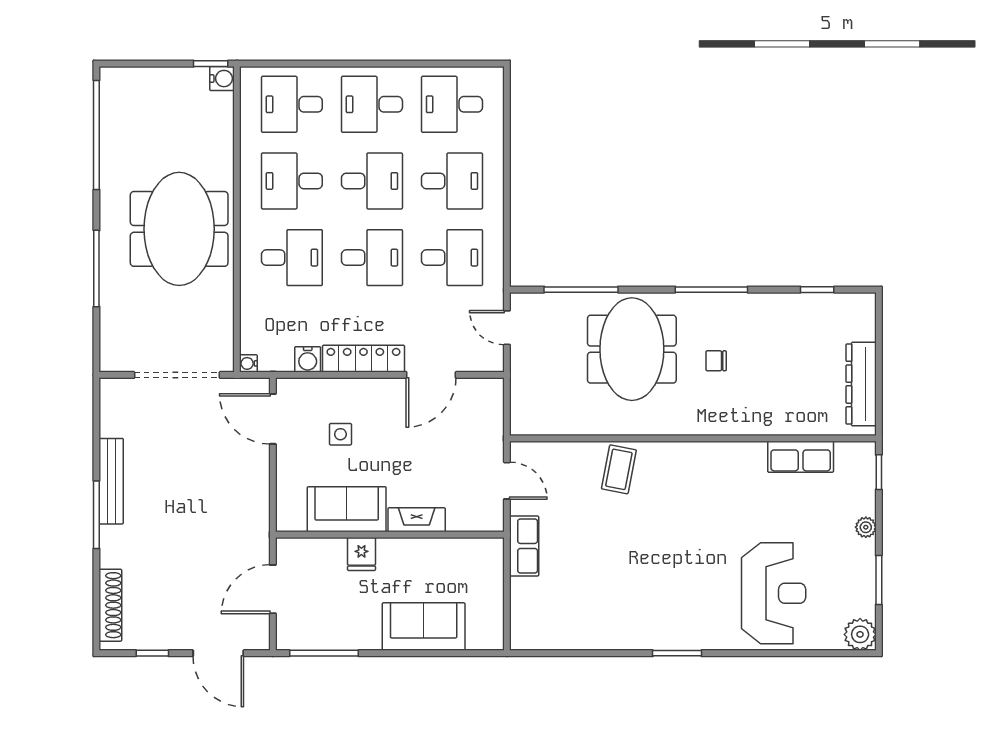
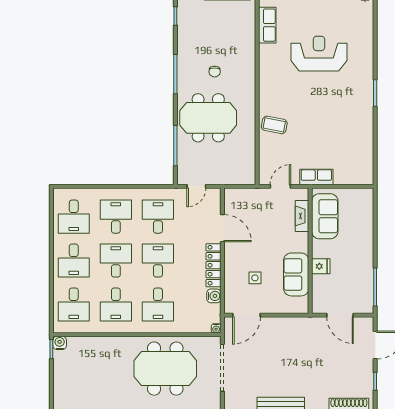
meeting table: (179, 229) -> (165, 369), moved
desk: (292, 258) -> (158, 305), turned 180
fireplace: (417, 520) -> (302, 216), moved
reception desk: (774, 593) -> (319, 54), moved
sofa: (424, 627) -> (325, 216), moved, turned 180

